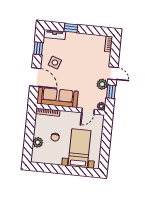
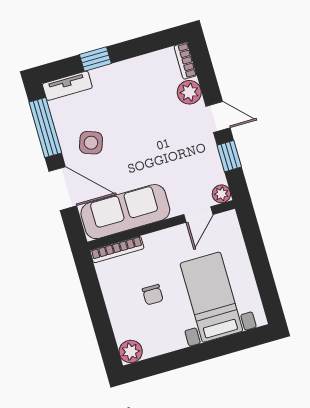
window: (38, 48) -> (45, 128), width x2.17
plant: (102, 84) -> (189, 92), moved
plant: (38, 142) -> (131, 351), moved

